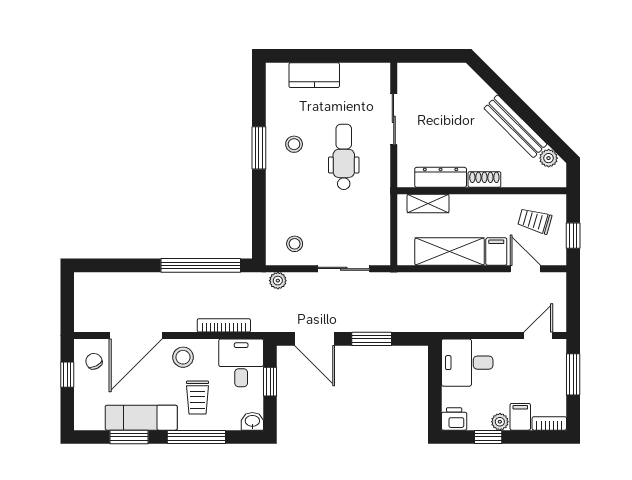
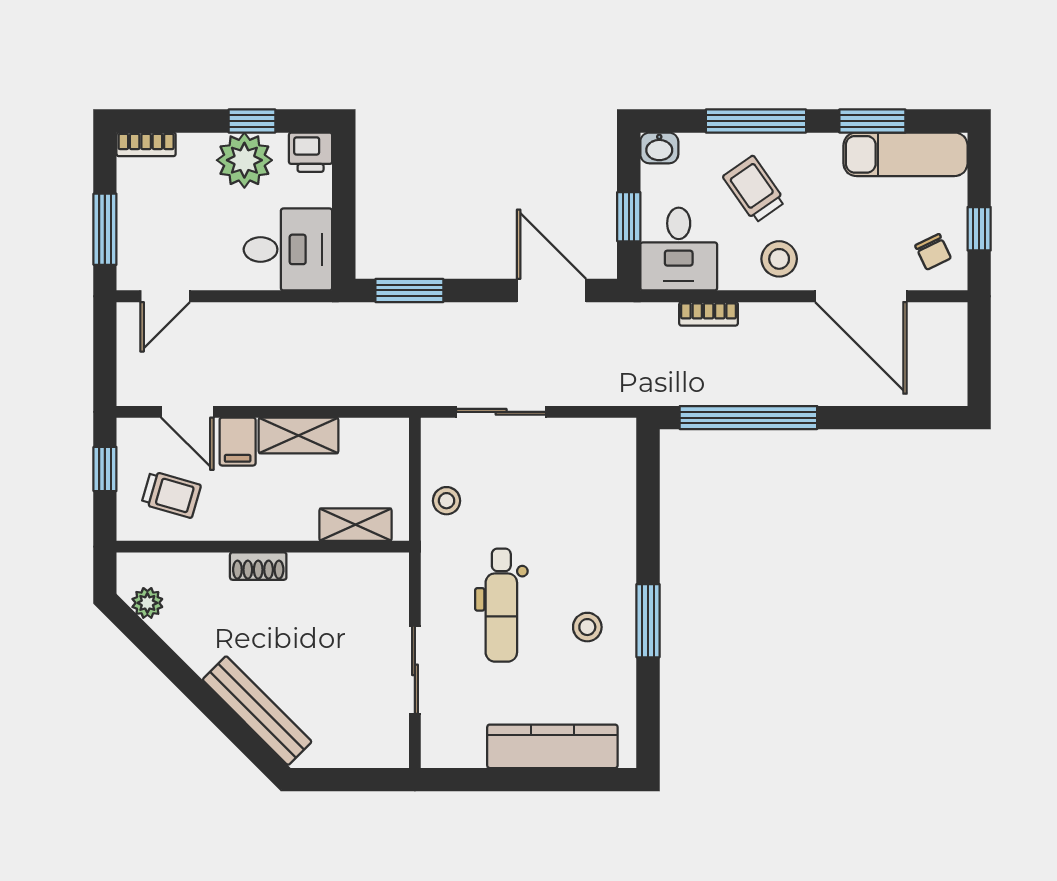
kitchen counter: (314, 75) -> (552, 746), width x1.50
bench: (515, 126) -> (257, 711), moved
dresser: (441, 177) -> (334, 570), removed
stool: (295, 244) -> (447, 501), moved
shelving: (450, 252) -> (298, 435), width x0.67, depth x0.75
plant: (278, 281) -> (615, 391), removed
bookcase: (224, 325) -> (709, 314), width x0.64
door: (136, 336) -> (861, 296), swing flipped
window: (372, 339) -> (409, 290), moved
trolley: (198, 398) -> (754, 189), turned -35
filing cabinet: (520, 417) -> (196, 156), removed
exam couch: (141, 418) -> (905, 154), moved
plant: (500, 422) -> (244, 160), width x1.87, depth x1.87

